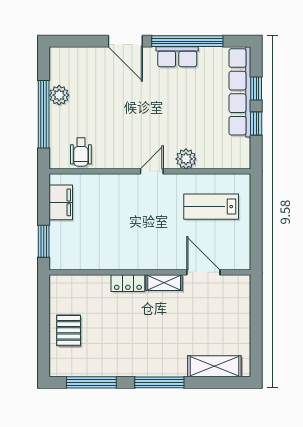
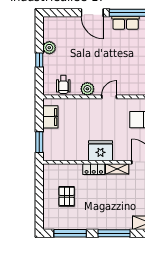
window: (44, 114) -> (39, 60), width x0.32
plant: (186, 159) -> (87, 89), moved
fridge: (138, 255) -> (100, 151), added
pallet: (69, 330) -> (67, 196), moved

